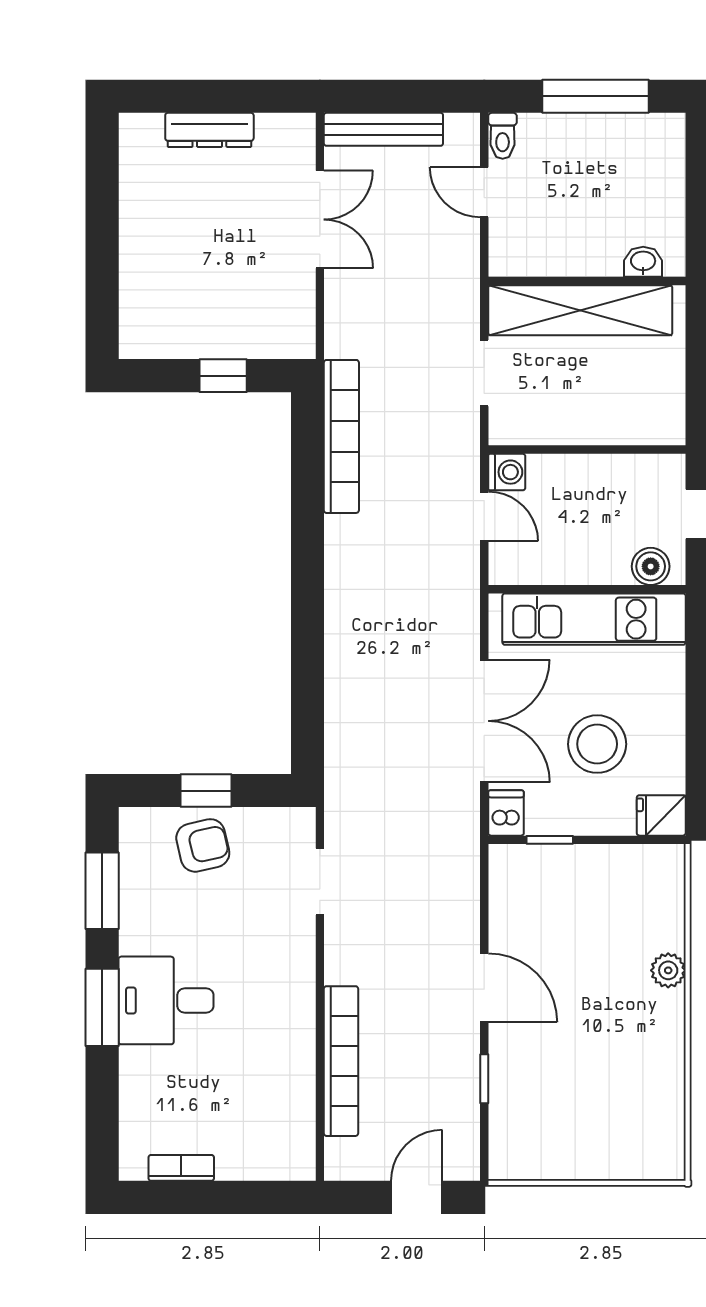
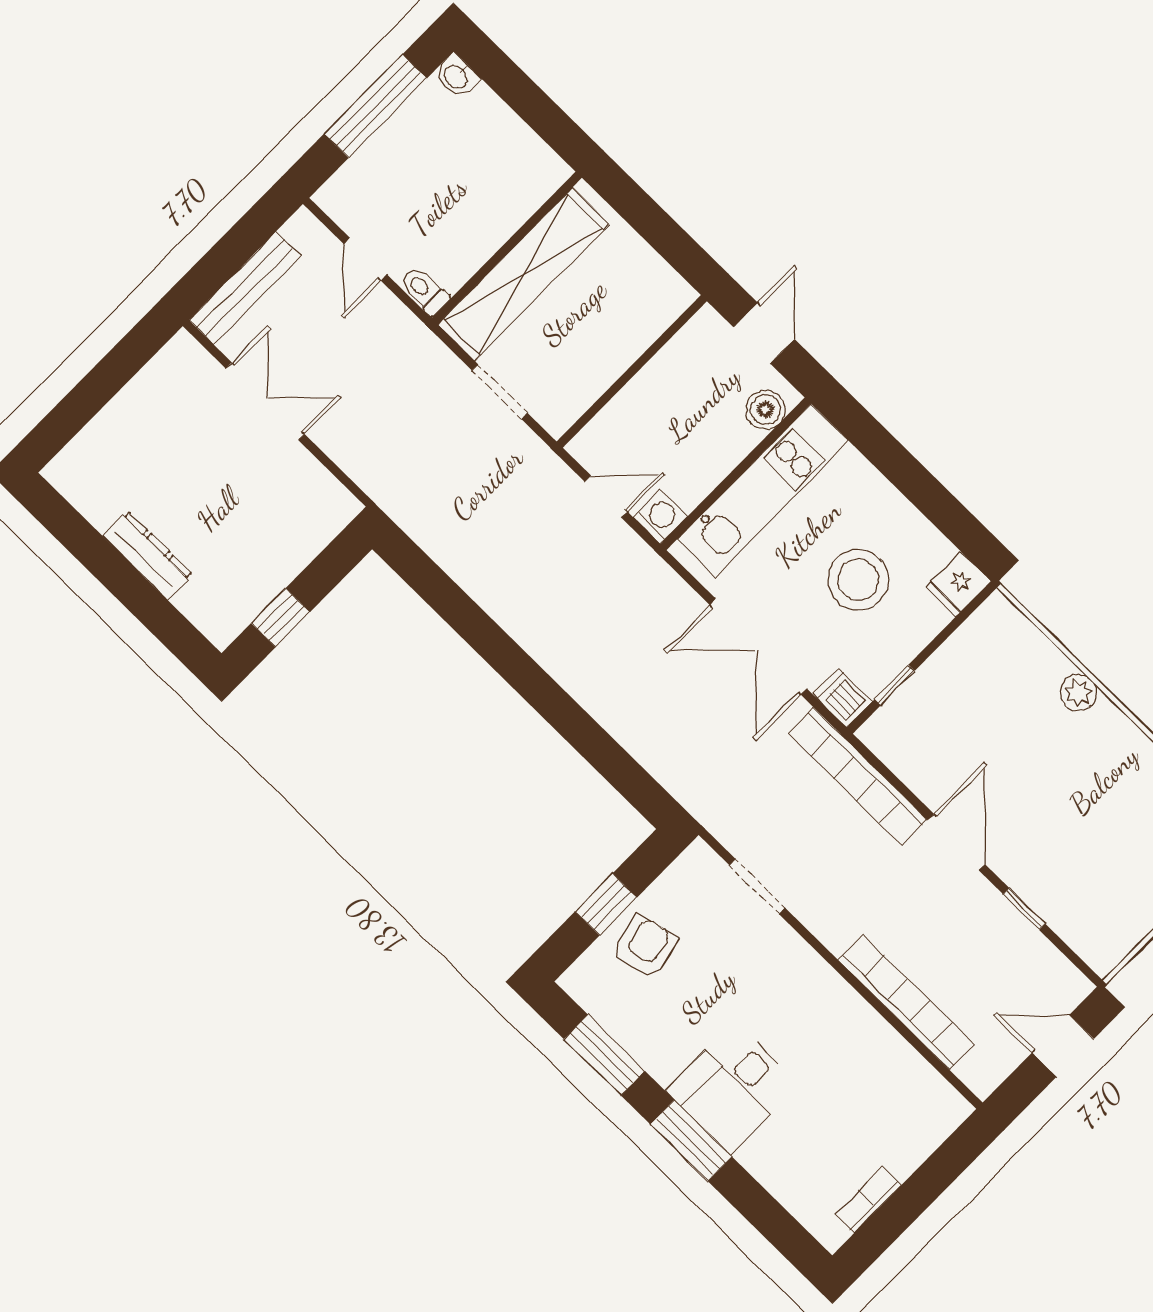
dresser: (209, 130) -> (148, 555), moved, turned -90
toilet: (503, 136) -> (425, 291), moved, turned 180
door: (484, 192) -> (365, 259), hinge flipped
washbasin: (643, 262) -> (457, 76), moved, turned -90
window: (223, 376) -> (281, 618), moved
bookcase: (341, 436) -> (858, 776), moved, turned 180
washing machine: (507, 472) -> (660, 517), moved
double door: (484, 721) -> (758, 647), swing flipped
door: (484, 988) -> (956, 842), hinge flipped
door: (417, 1197) -> (1063, 1046), hinge flipped

